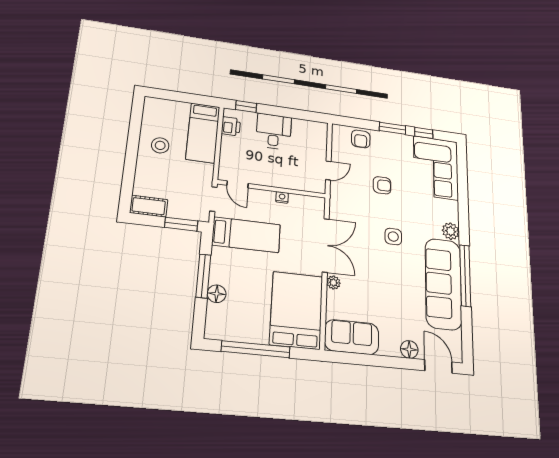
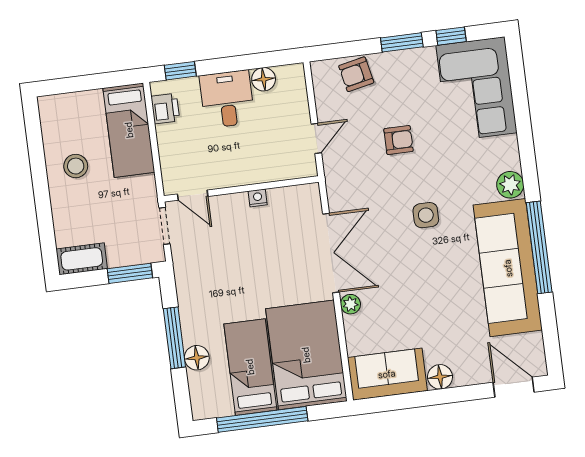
floor lamp: (300, 126) -> (264, 79), added
armchair: (361, 139) -> (356, 74), turned 78
bed: (246, 235) -> (250, 367), moved, turned -90
floor lamp: (409, 349) -> (440, 377), moved

